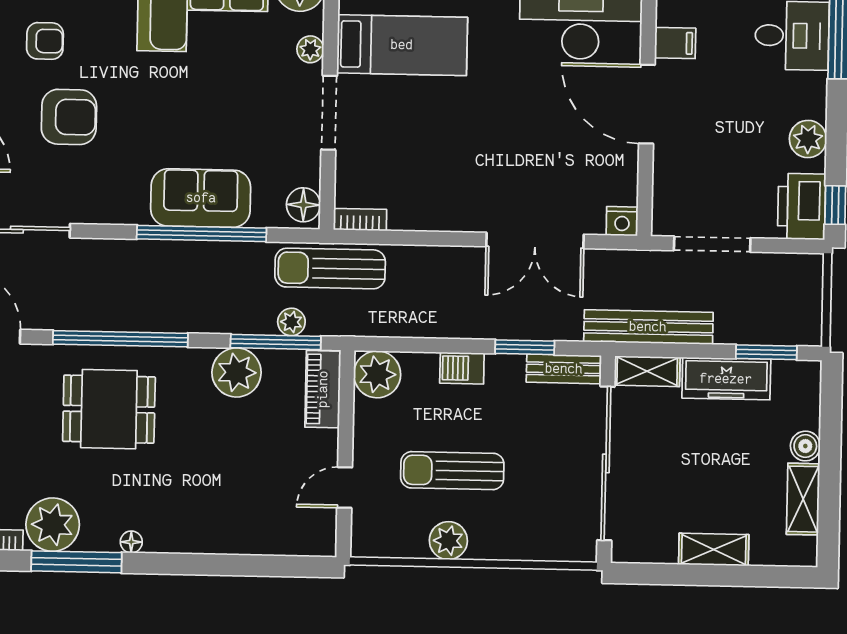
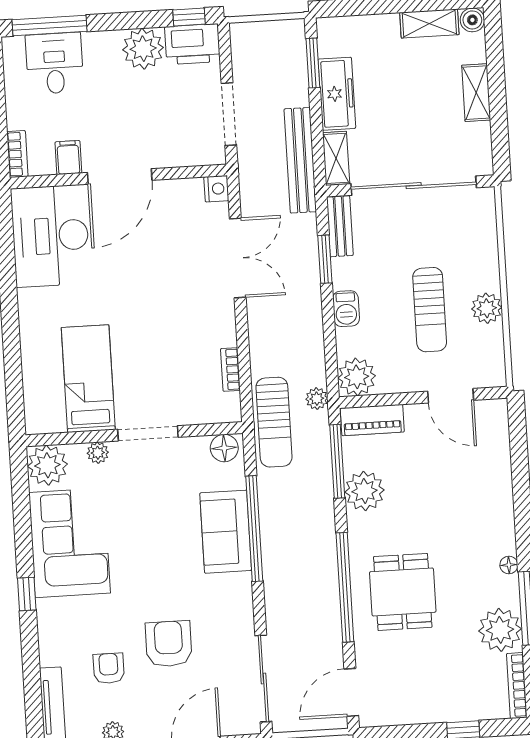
plant: (808, 139) -> (143, 49), width x1.36, depth x1.36
bookcase: (360, 220) -> (230, 369), moved
plant: (291, 322) -> (317, 399), moved
boiler: (805, 446) -> (472, 20), moved
door: (345, 488) -> (451, 396), width x1.38

